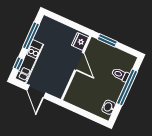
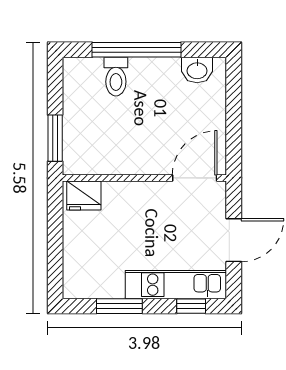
window: (31, 36) -> (119, 306), width x0.69
door: (79, 61) -> (195, 178), moved

